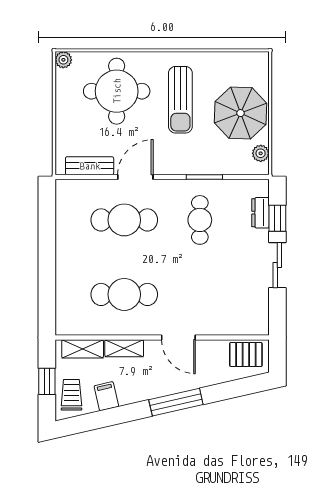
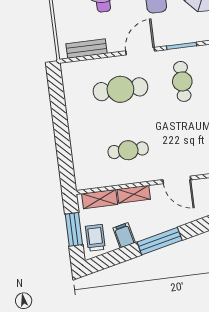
door: (135, 177) -> (140, 51), moved
cafe table: (124, 294) -> (128, 150), width x0.73, depth x0.74
window: (47, 381) -> (74, 229), width x1.50
window: (176, 402) -> (160, 241), moved

